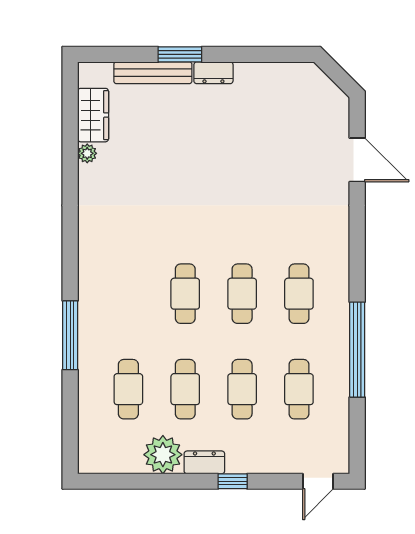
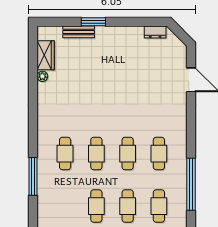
bench: (153, 73) -> (79, 32), width x0.73
dresser: (213, 73) -> (155, 32), moved
cafe table: (128, 389) -> (65, 154), moved

